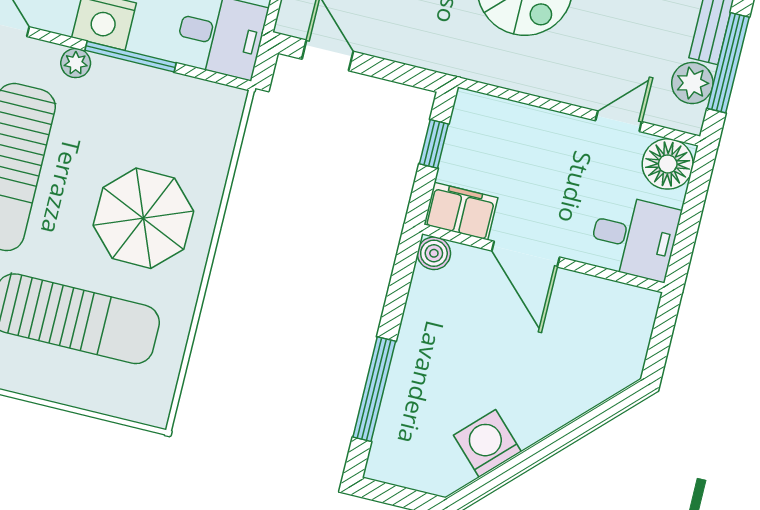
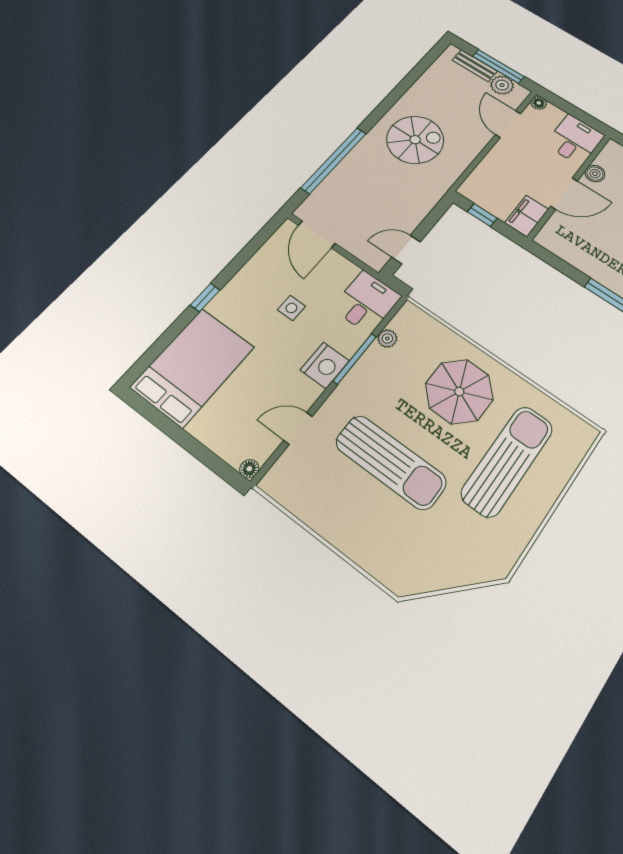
plant: (76, 63) -> (387, 338), moved
door: (619, 121) -> (508, 124), width x1.37
floor lamp: (668, 164) -> (539, 103), width x0.53, depth x0.53
boiler: (434, 253) -> (595, 174), moved

